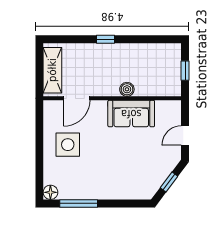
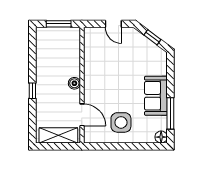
window: (185, 71) -> (59, 24), width x1.50
boiler: (127, 89) -> (74, 83), moved
sofa: (131, 114) -> (156, 96), moved, turned 180

